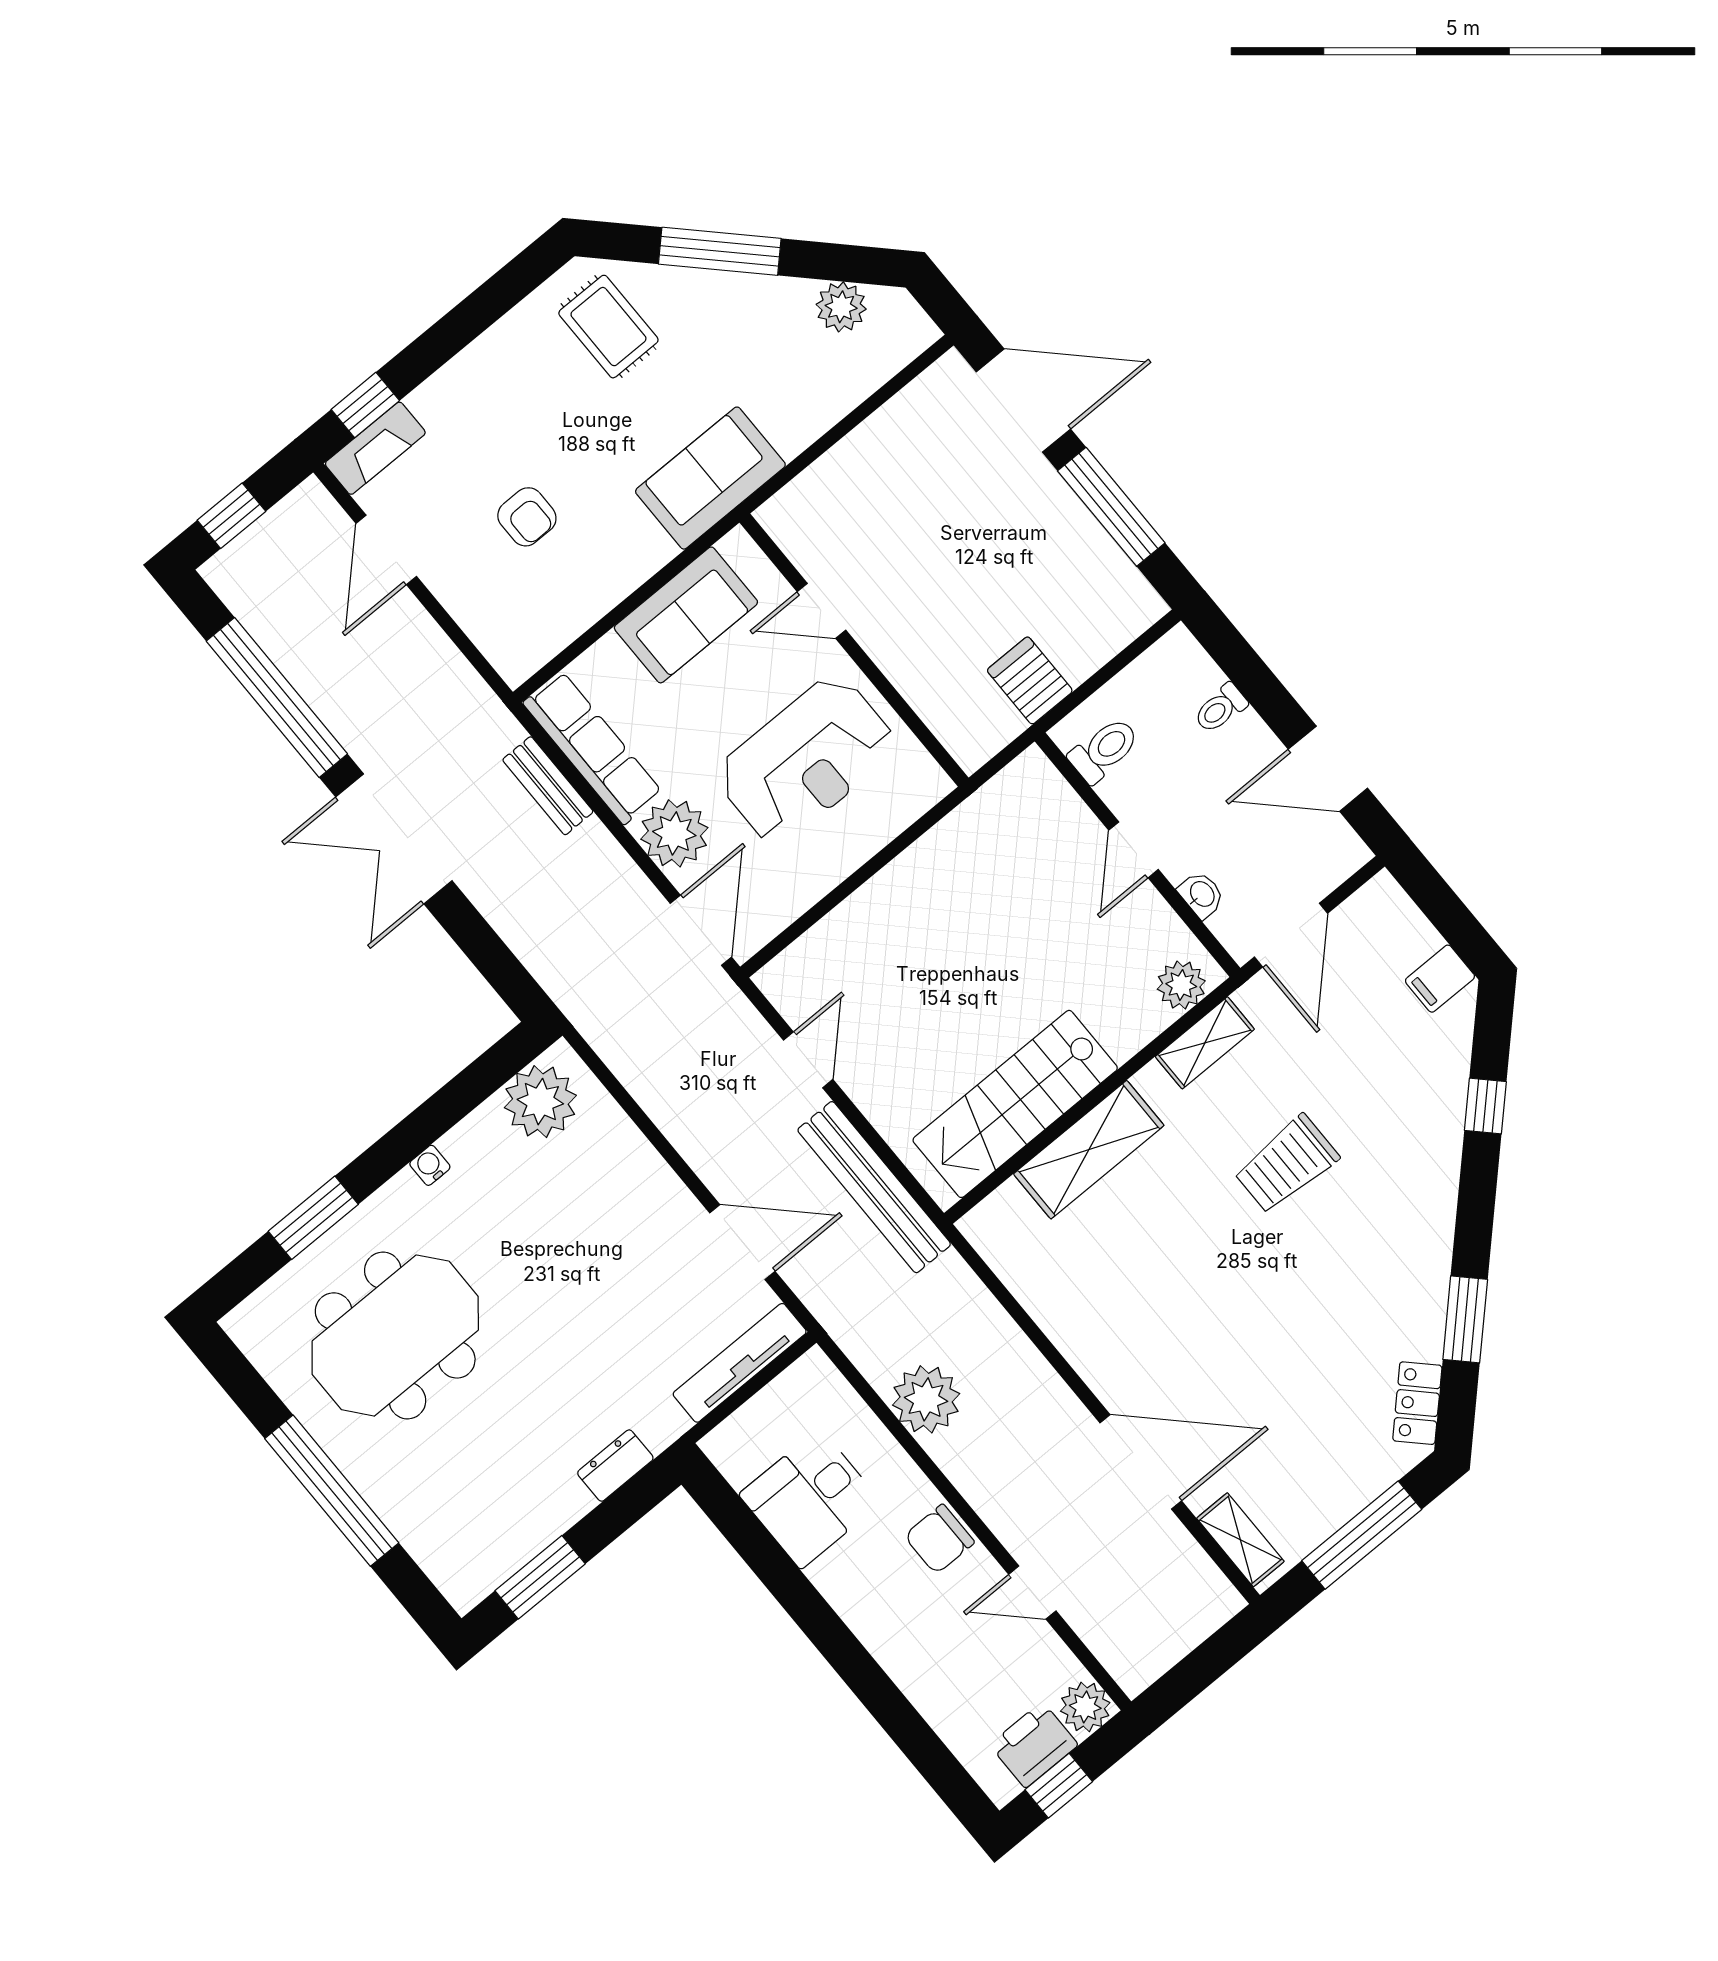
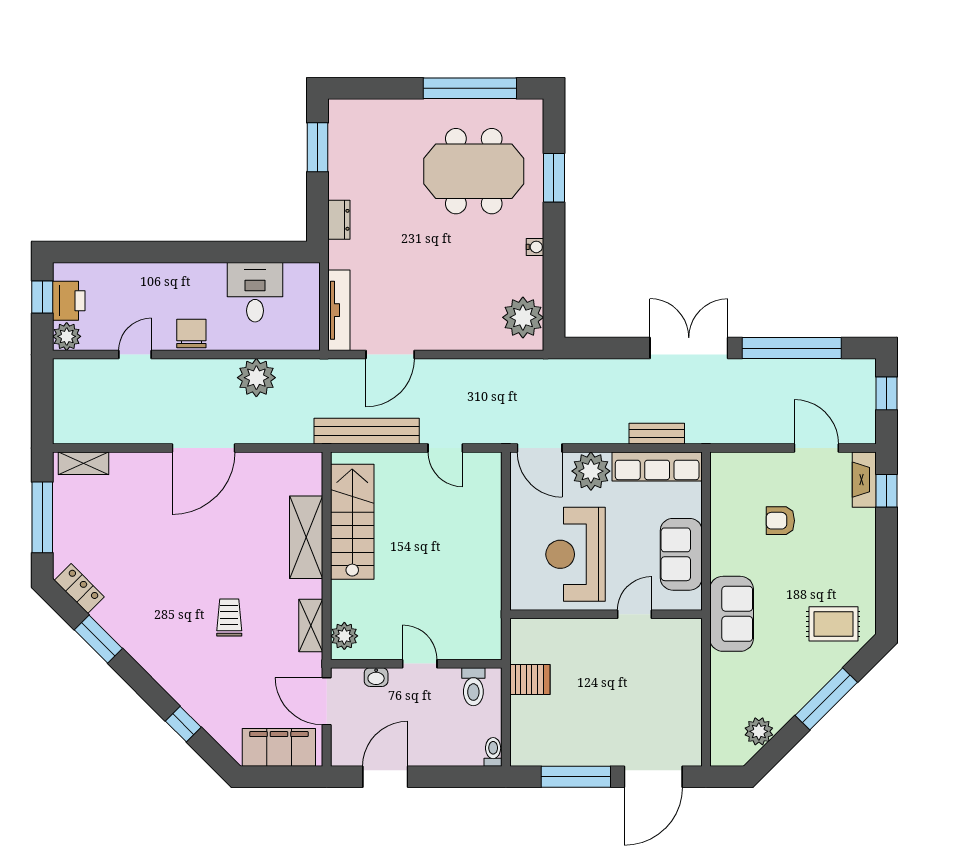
toilet: (1220, 708) -> (493, 752), moved
filing cabinet: (1440, 979) -> (279, 747), width x3.00, depth x1.17
trolley: (1287, 1164) -> (229, 617), width x0.73, depth x0.72
meeting table: (395, 1335) -> (474, 171), turned 90
door: (1141, 1462) -> (203, 448), moved
window: (332, 1491) -> (470, 88), moved

